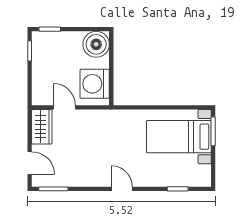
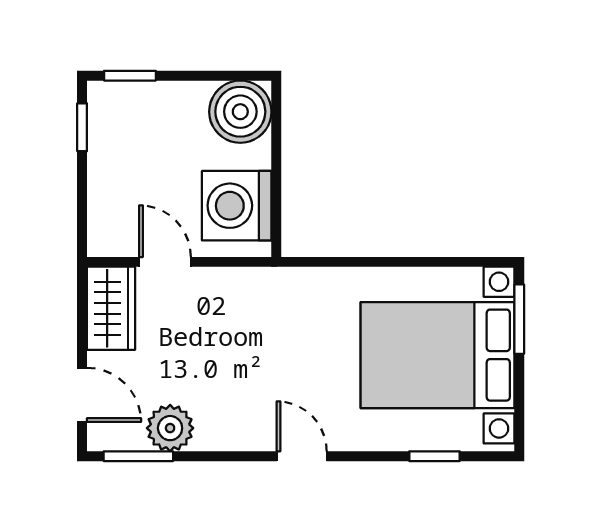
bed with nightstands: (179, 137) -> (438, 355), width x1.36
plant: (67, 177) -> (170, 428), added

